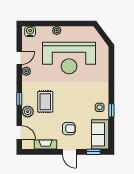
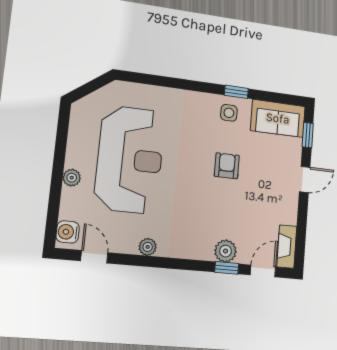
door: (19, 58) -> (94, 257), moved
window: (19, 99) -> (227, 268), moved
rug: (45, 102) -> (210, 215), removed
armchair: (69, 129) -> (227, 166), moved
fireplace: (46, 144) -> (287, 247), moved

